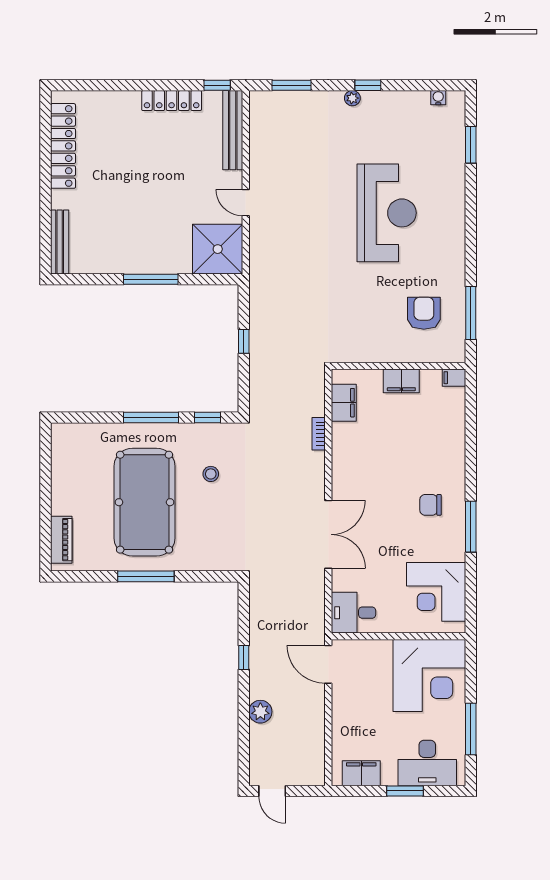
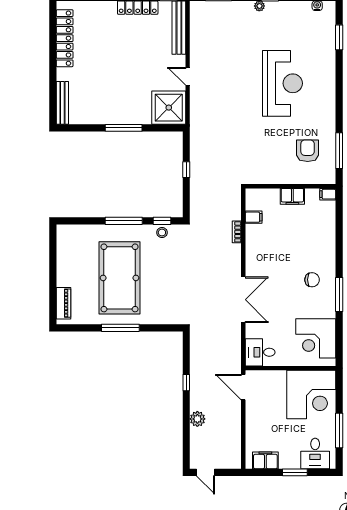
filing cabinet: (344, 403) -> (254, 217), width x0.50
stool: (211, 474) -> (162, 233), moved
chair: (431, 505) -> (312, 280), turned 180
desk: (427, 763) -> (315, 453), width x0.73

